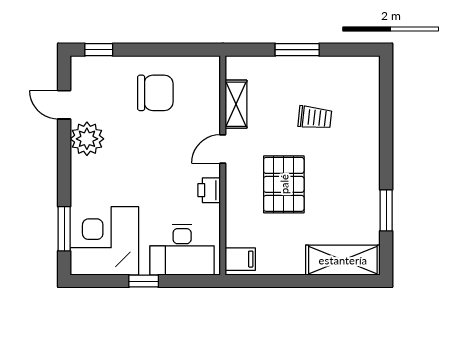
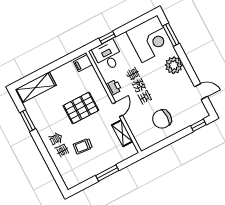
plant: (87, 139) -> (174, 65), moved
pallet: (284, 184) -> (81, 108), turned 90
desk: (182, 250) -> (108, 56), width x0.73
window: (144, 281) -> (107, 38), moved

